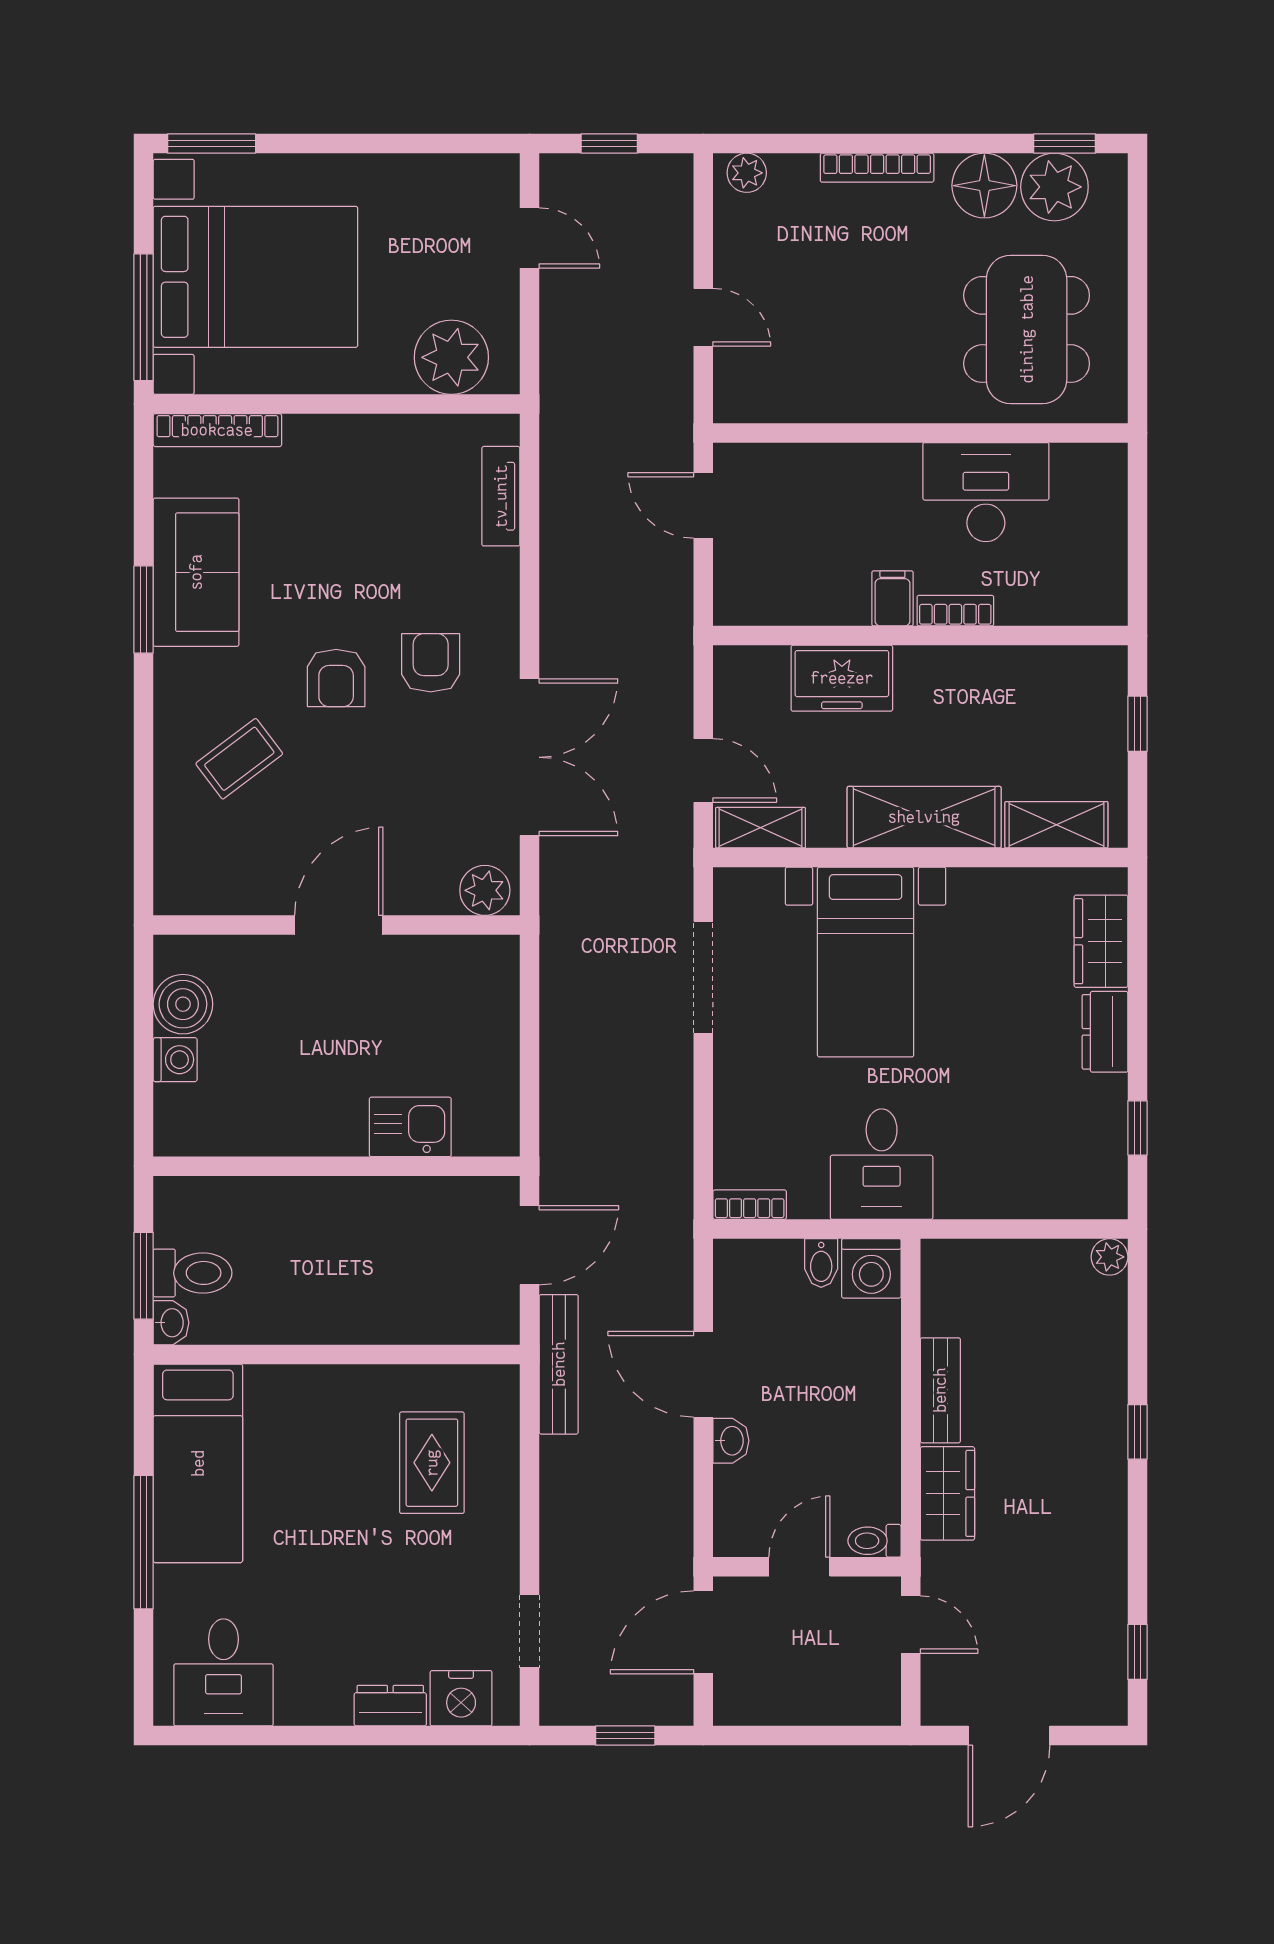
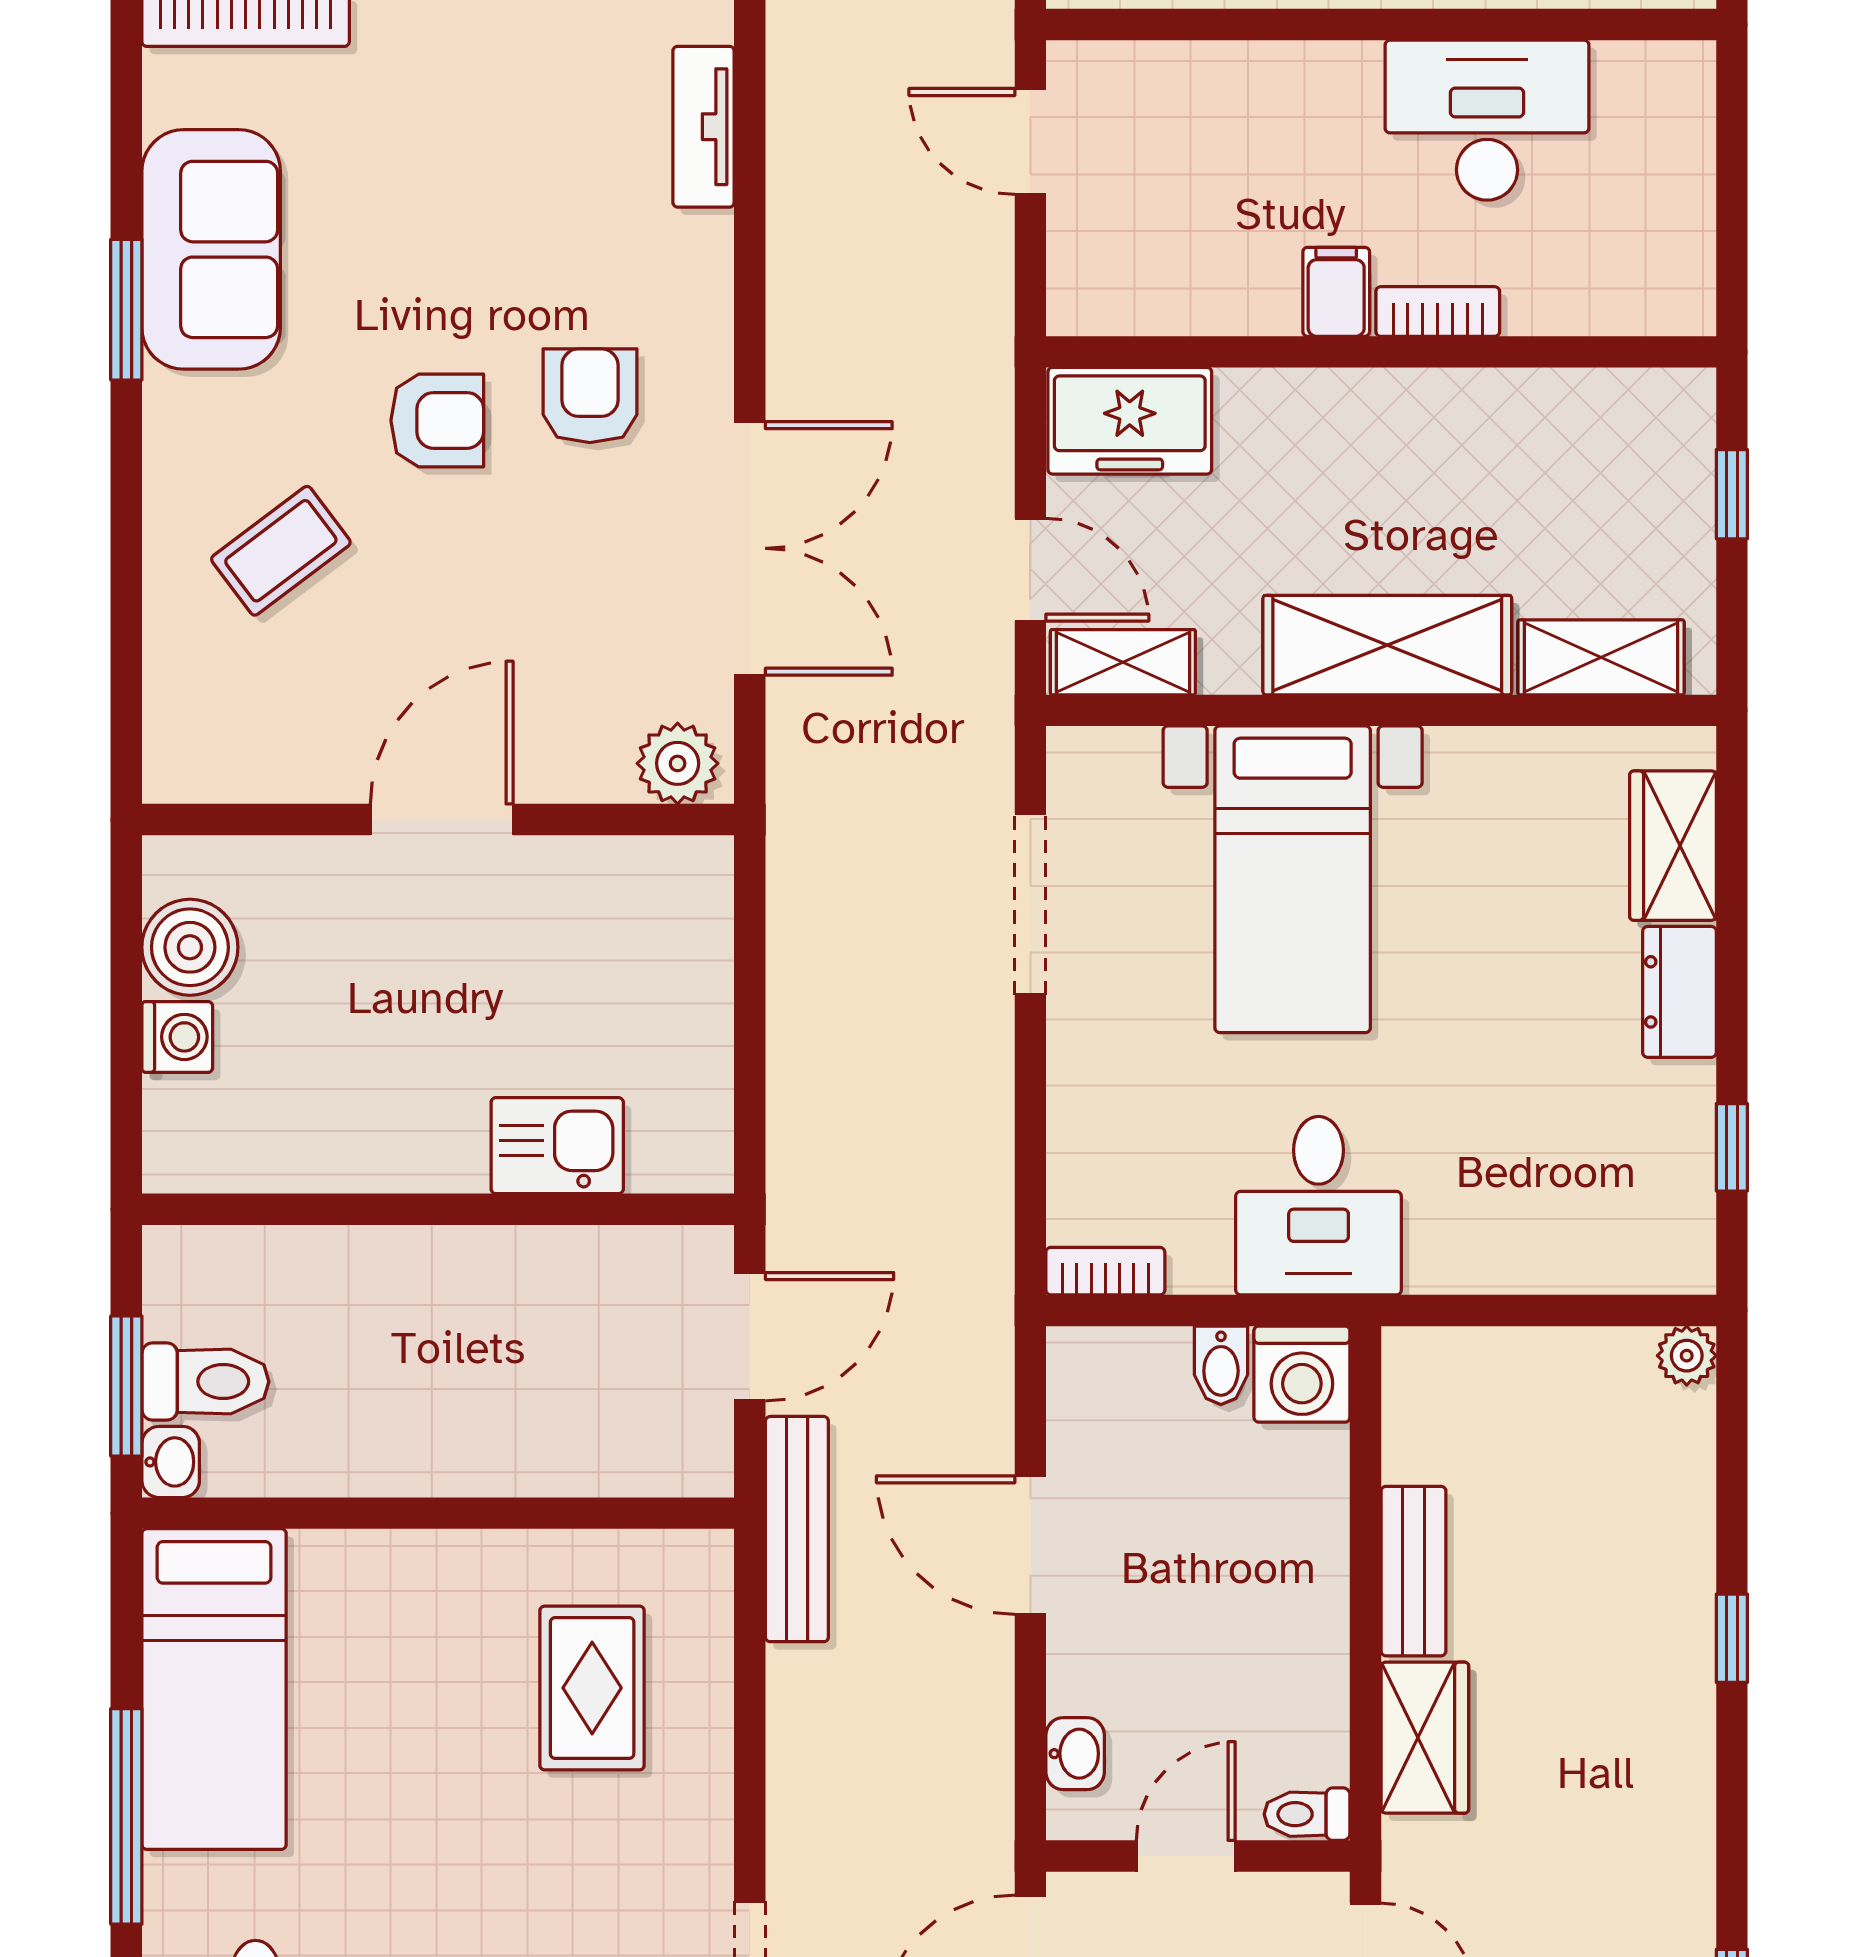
armchair: (336, 678) -> (437, 420), turned -90
freezer: (842, 678) -> (1130, 421), moved
washbasin: (731, 1441) -> (1075, 1754), moved

